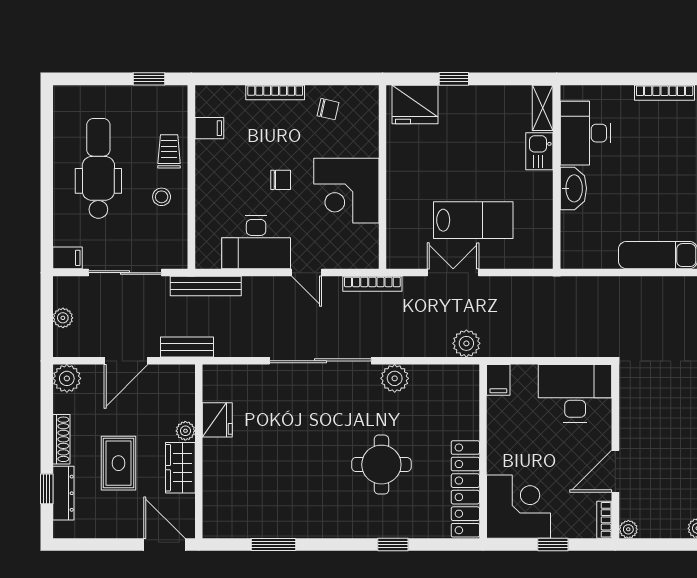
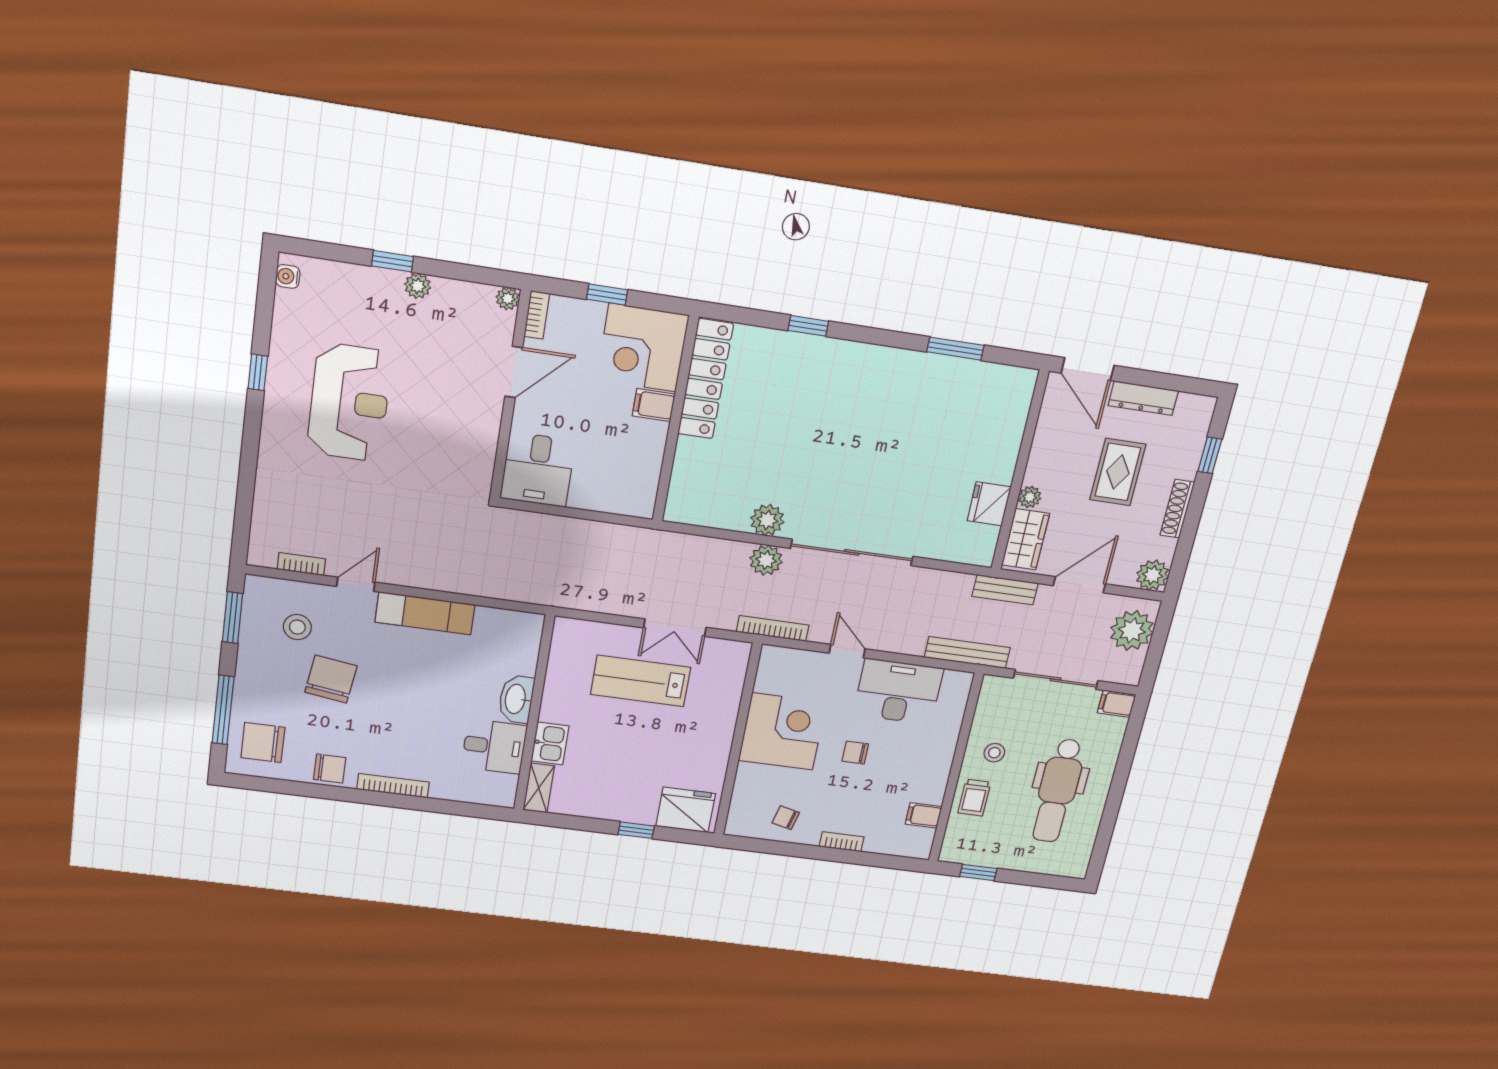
bookcase: (275, 92) -> (842, 842), width x0.64
desk: (585, 133) -> (494, 746), width x0.73
plant: (63, 318) -> (1132, 630), width x1.88, depth x1.88
plant: (466, 343) -> (766, 560), moved
filing cabinet: (498, 380) -> (654, 405), moved, turned -90
desk: (575, 393) -> (538, 470), width x0.73
round table: (381, 465) -> (803, 423), removed
wardrobe: (180, 468) -> (1026, 539), moved
dresser: (63, 493) -> (1143, 398), moved, turned -90

